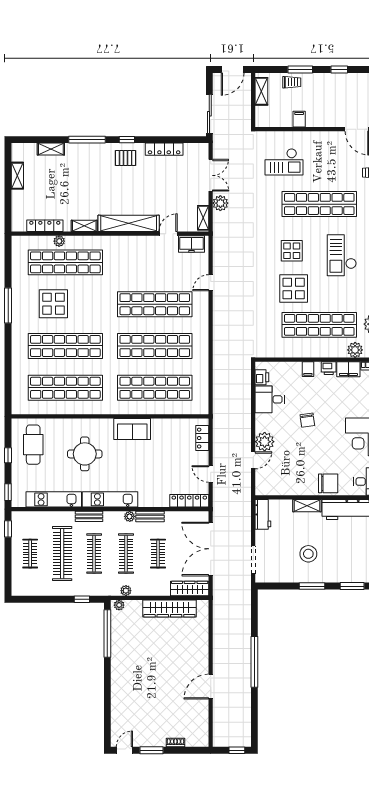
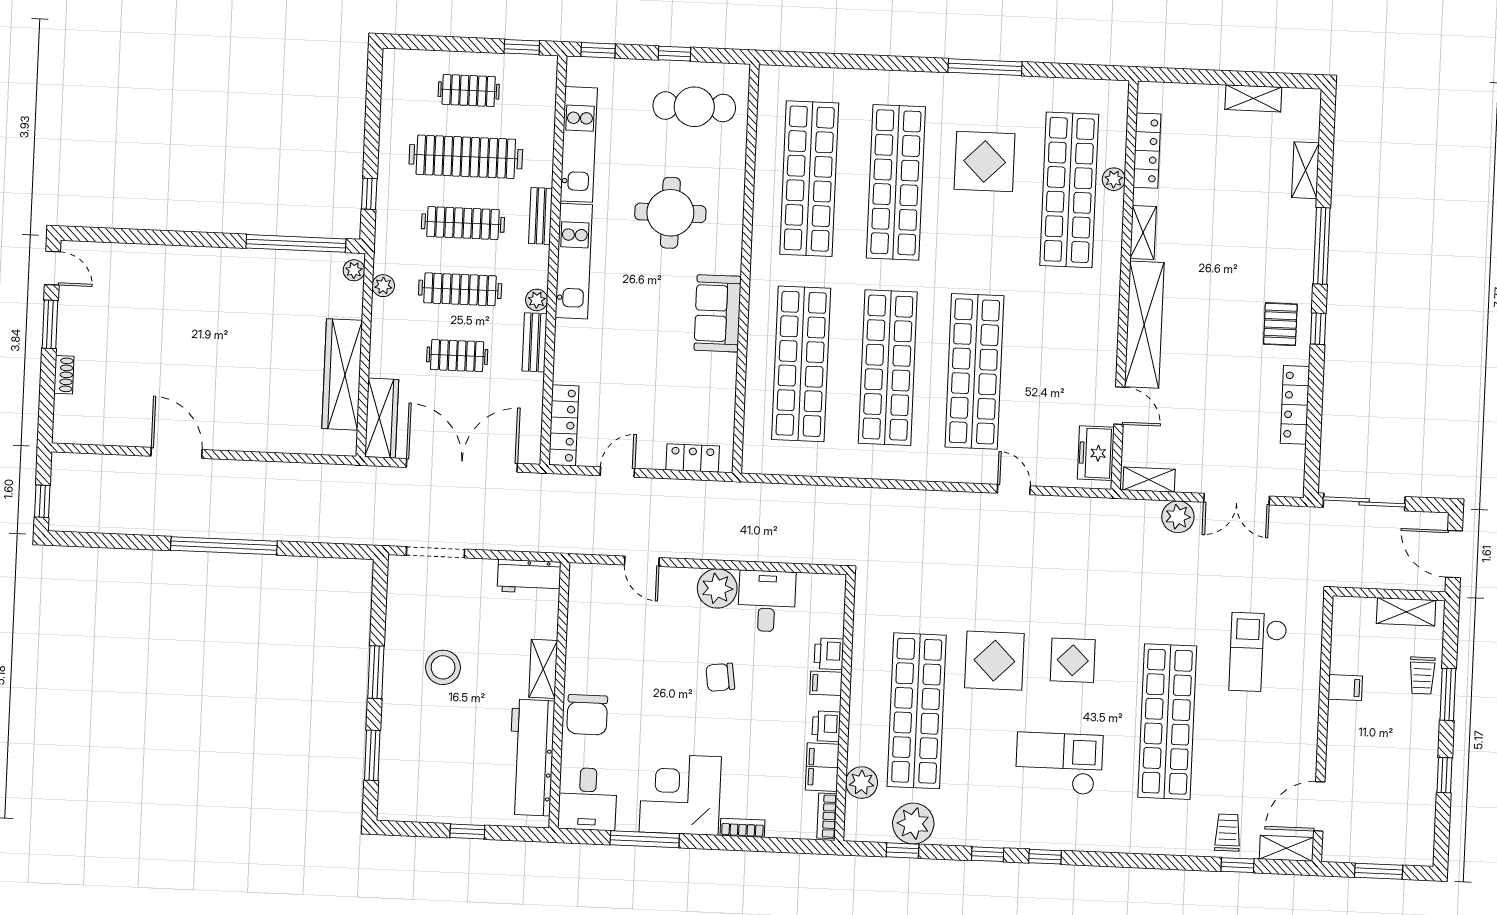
printer: (262, 377) -> (829, 654), moved, turned 90
plant: (265, 442) -> (717, 588), moved

